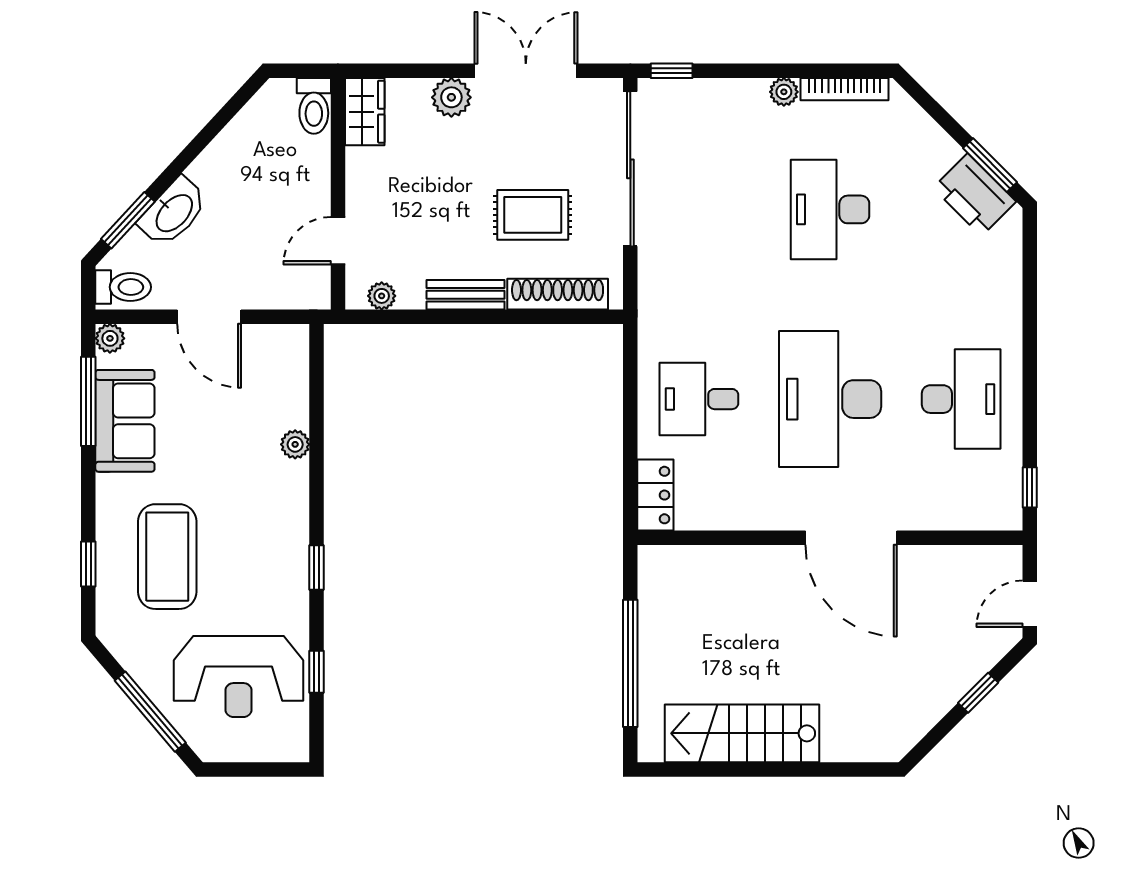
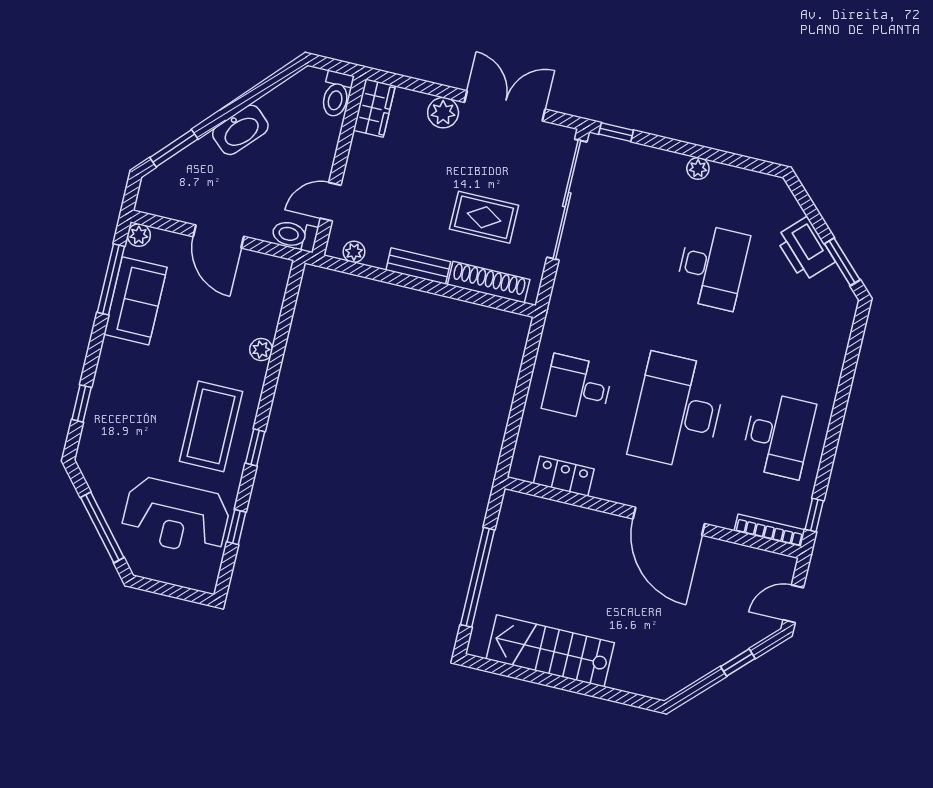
bookcase: (845, 89) -> (770, 530), moved, turned 180
printer: (975, 195) -> (805, 249), moved
desk: (830, 209) -> (712, 267), turned 180
washbasin: (173, 212) -> (240, 130), moved
toilet: (123, 287) -> (295, 235), moved, turned 180
locker: (655, 495) -> (564, 476), moved, turned -90
coffee table: (167, 557) -> (211, 426), moved

